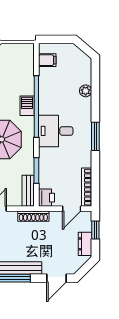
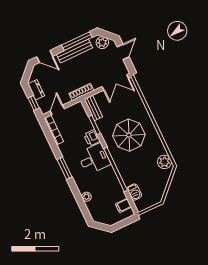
barbecue: (27, 106) -> (134, 192), moved
printer: (47, 198) -> (92, 138), moved
door: (57, 278) -> (45, 56), swing flipped

